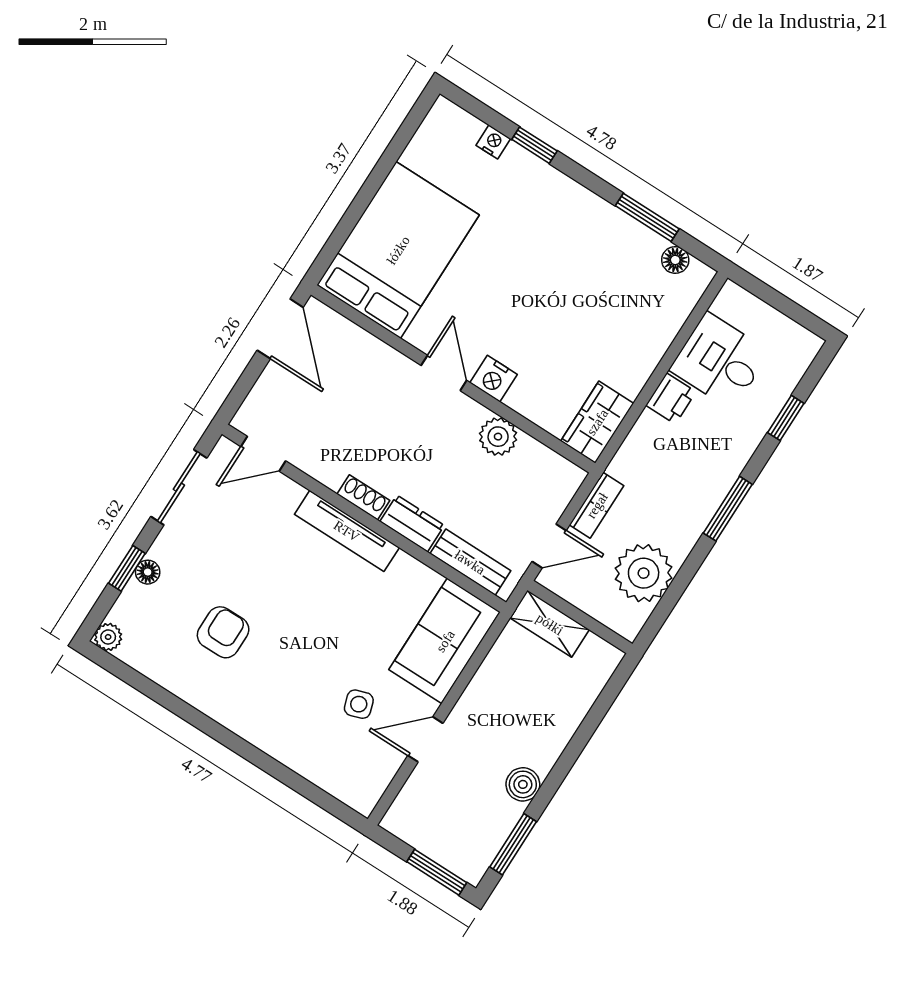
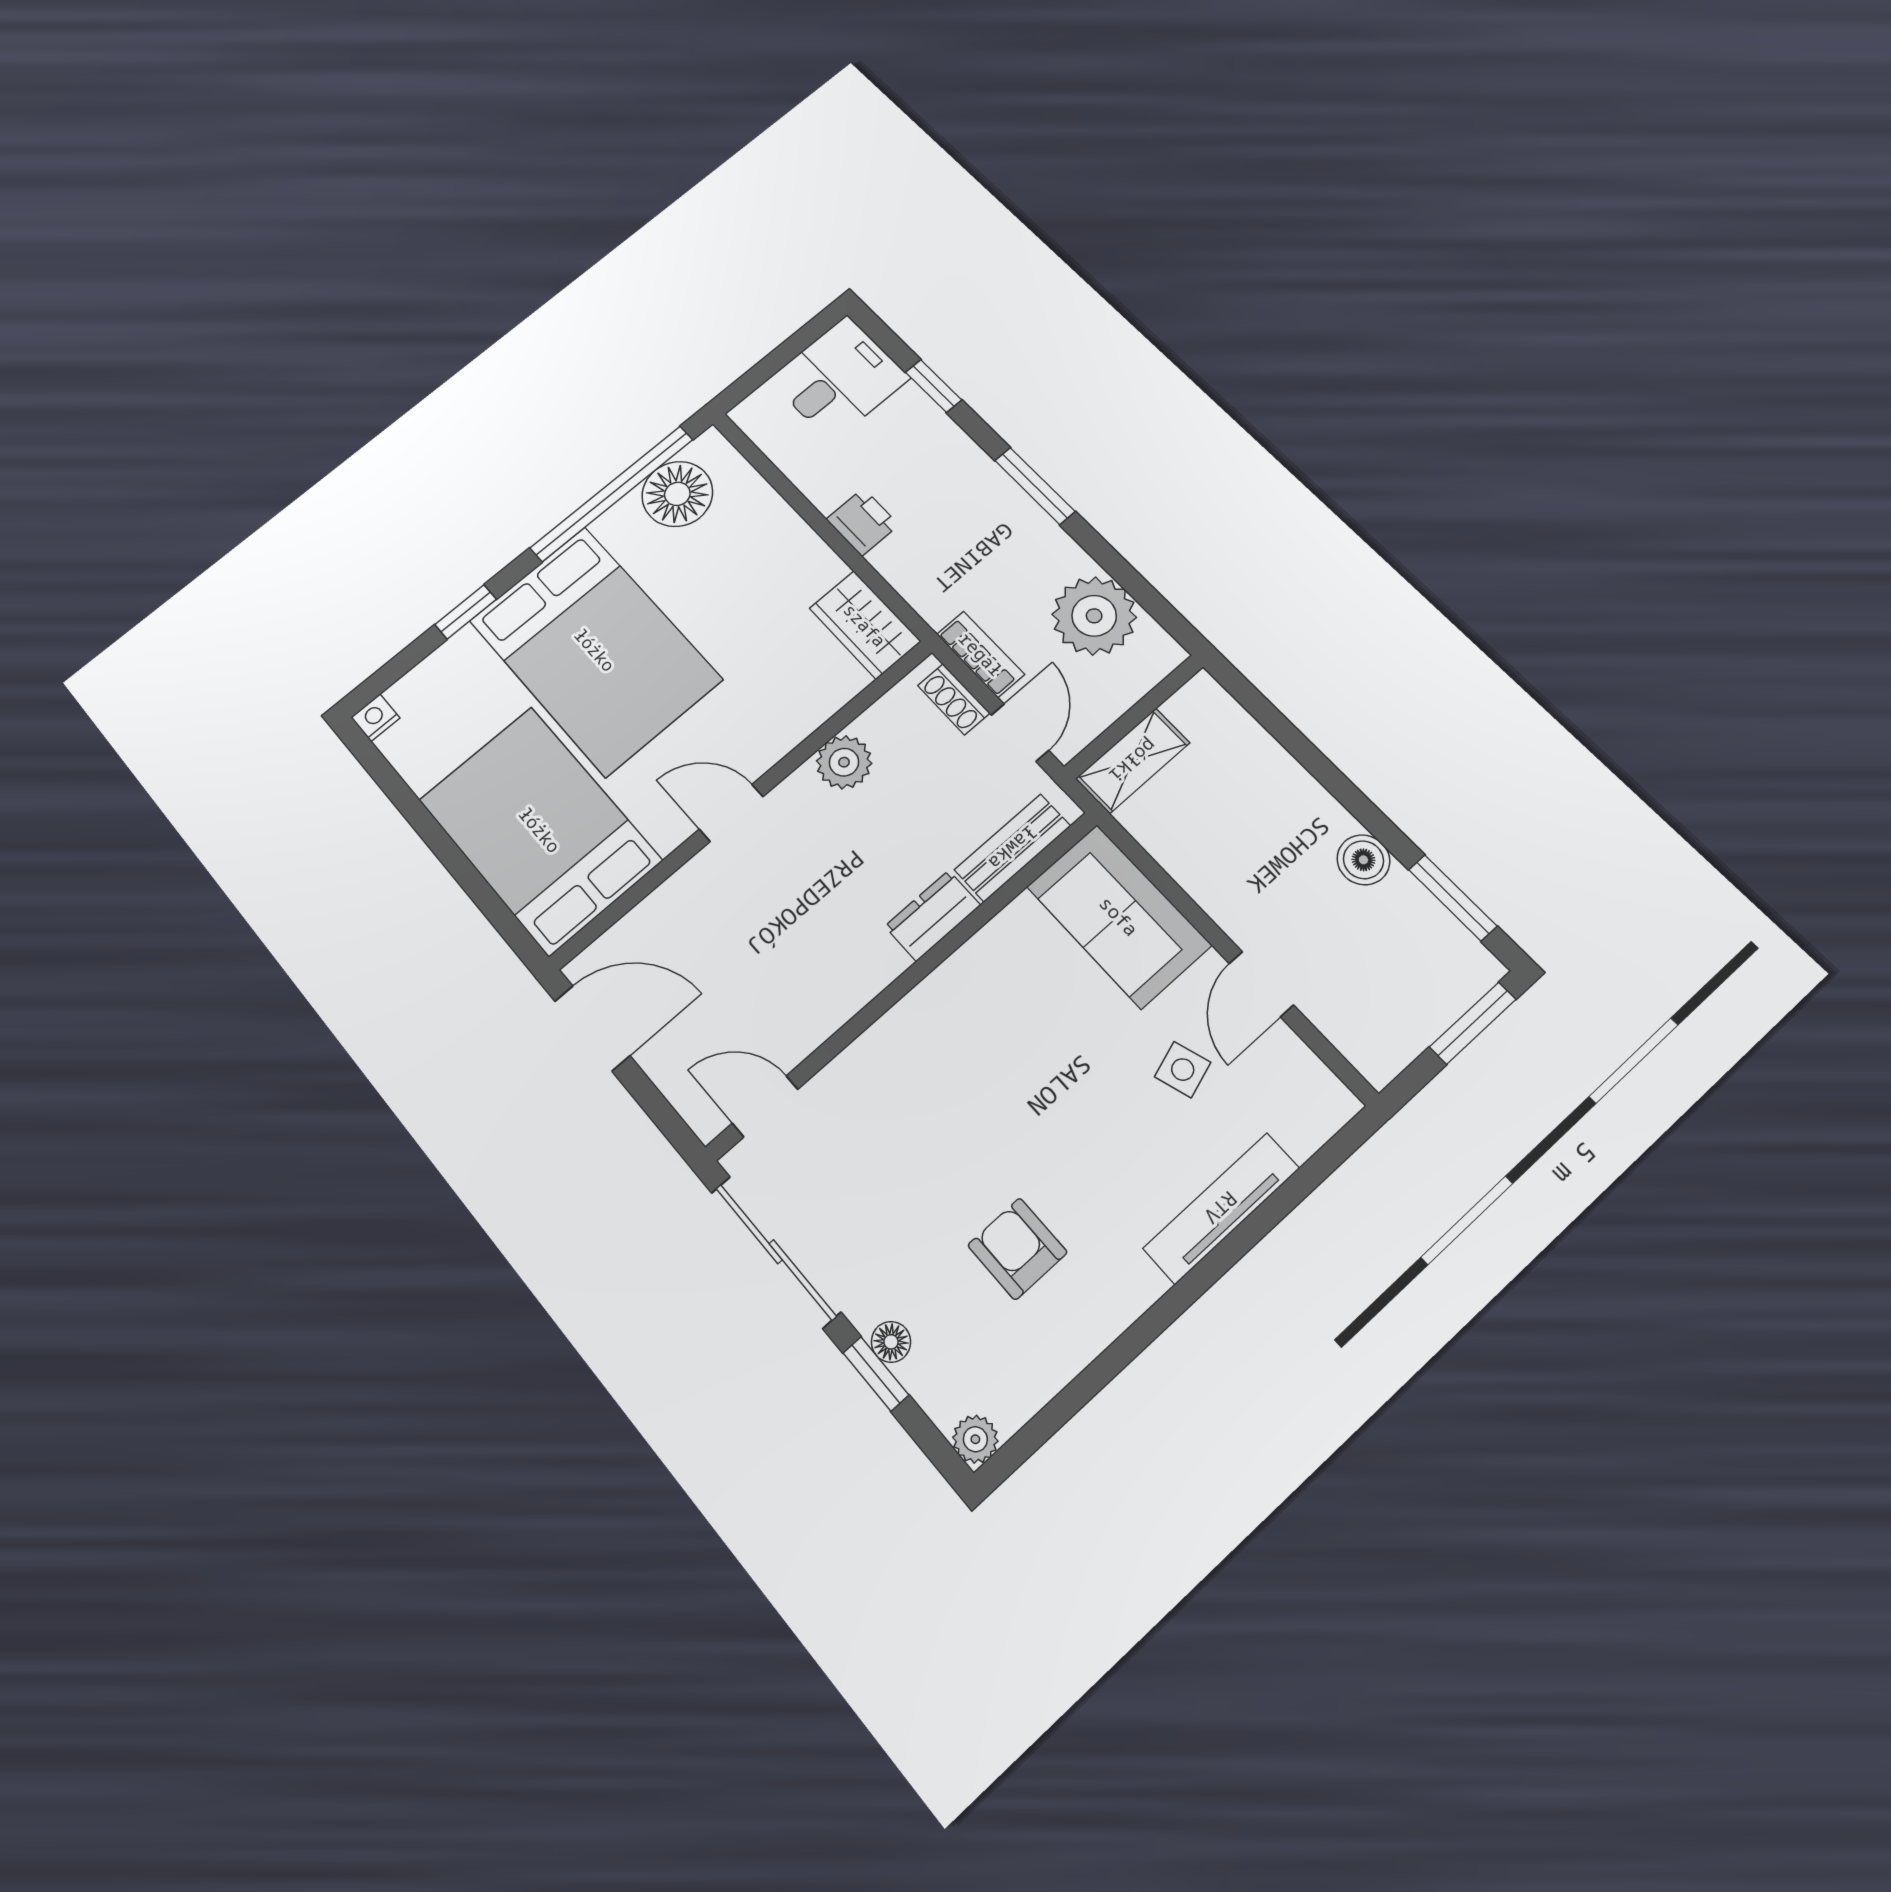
nightstand: (493, 142) -> (375, 718), moved
window: (647, 217) -> (612, 494), width x2.11
bed: (531, 244) -> (595, 650), added
floor lamp: (675, 260) -> (677, 494), width x1.89, depth x1.89
desk: (720, 361) -> (839, 379), moved, turned 180
nightstand: (493, 379) -> (761, 747), removed
door: (263, 454) -> (765, 1106), swing flipped
sliding door: (179, 487) -> (776, 1252), width x1.37
shoe rack: (363, 497) -> (954, 699), moved, turned -90
tv unit: (347, 531) -> (1221, 1208), moved, turned 180

